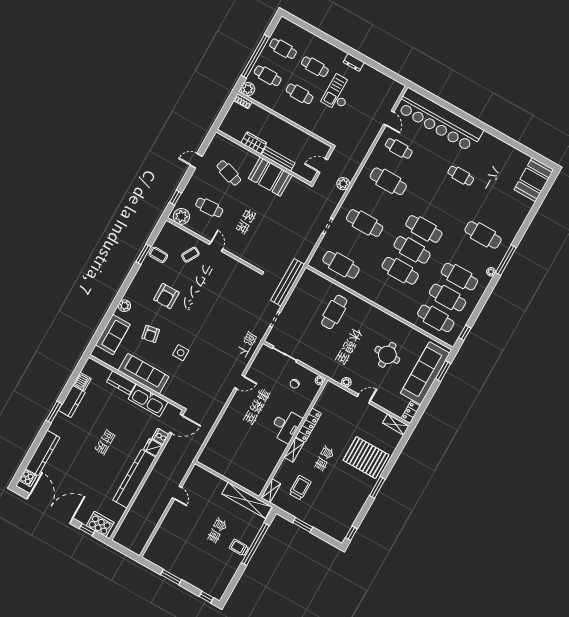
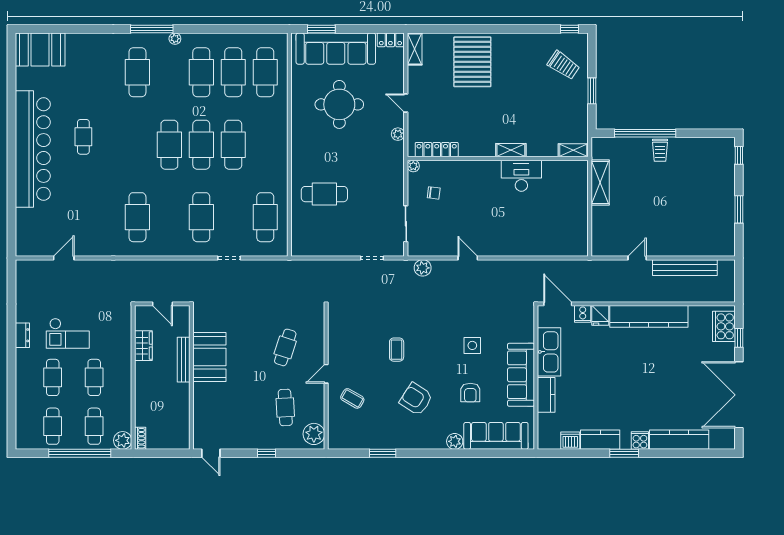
bar counter: (439, 120) -> (33, 149), moved
wardrobe: (254, 143) -> (143, 346), moved, turned 180
cafe table: (399, 148) -> (92, 227), removed
door: (196, 161) -> (211, 453), moved
cafe table: (229, 173) -> (285, 347), moved
plant: (343, 184) -> (423, 268), moved
window: (175, 198) -> (266, 453), moved
coffee table: (158, 255) -> (397, 350), moved
bench: (288, 282) -> (685, 268), moved
armchair: (166, 296) -> (416, 399), turned -147
window: (465, 333) -> (263, 29), removed
armchair: (151, 334) -> (470, 393), turned 101
sofa: (113, 335) -> (496, 436), width x1.36
round table: (387, 355) -> (339, 104), width x1.36, depth x1.36
locker: (309, 425) -> (437, 150), moved
desk: (286, 426) -> (521, 176), moved
cooker: (28, 478) -> (640, 441), moved
window: (377, 487) -> (499, 29), removed
trolley: (300, 488) -> (563, 65), moved, turned -146
shelving: (247, 500) -> (600, 183), width x0.68

